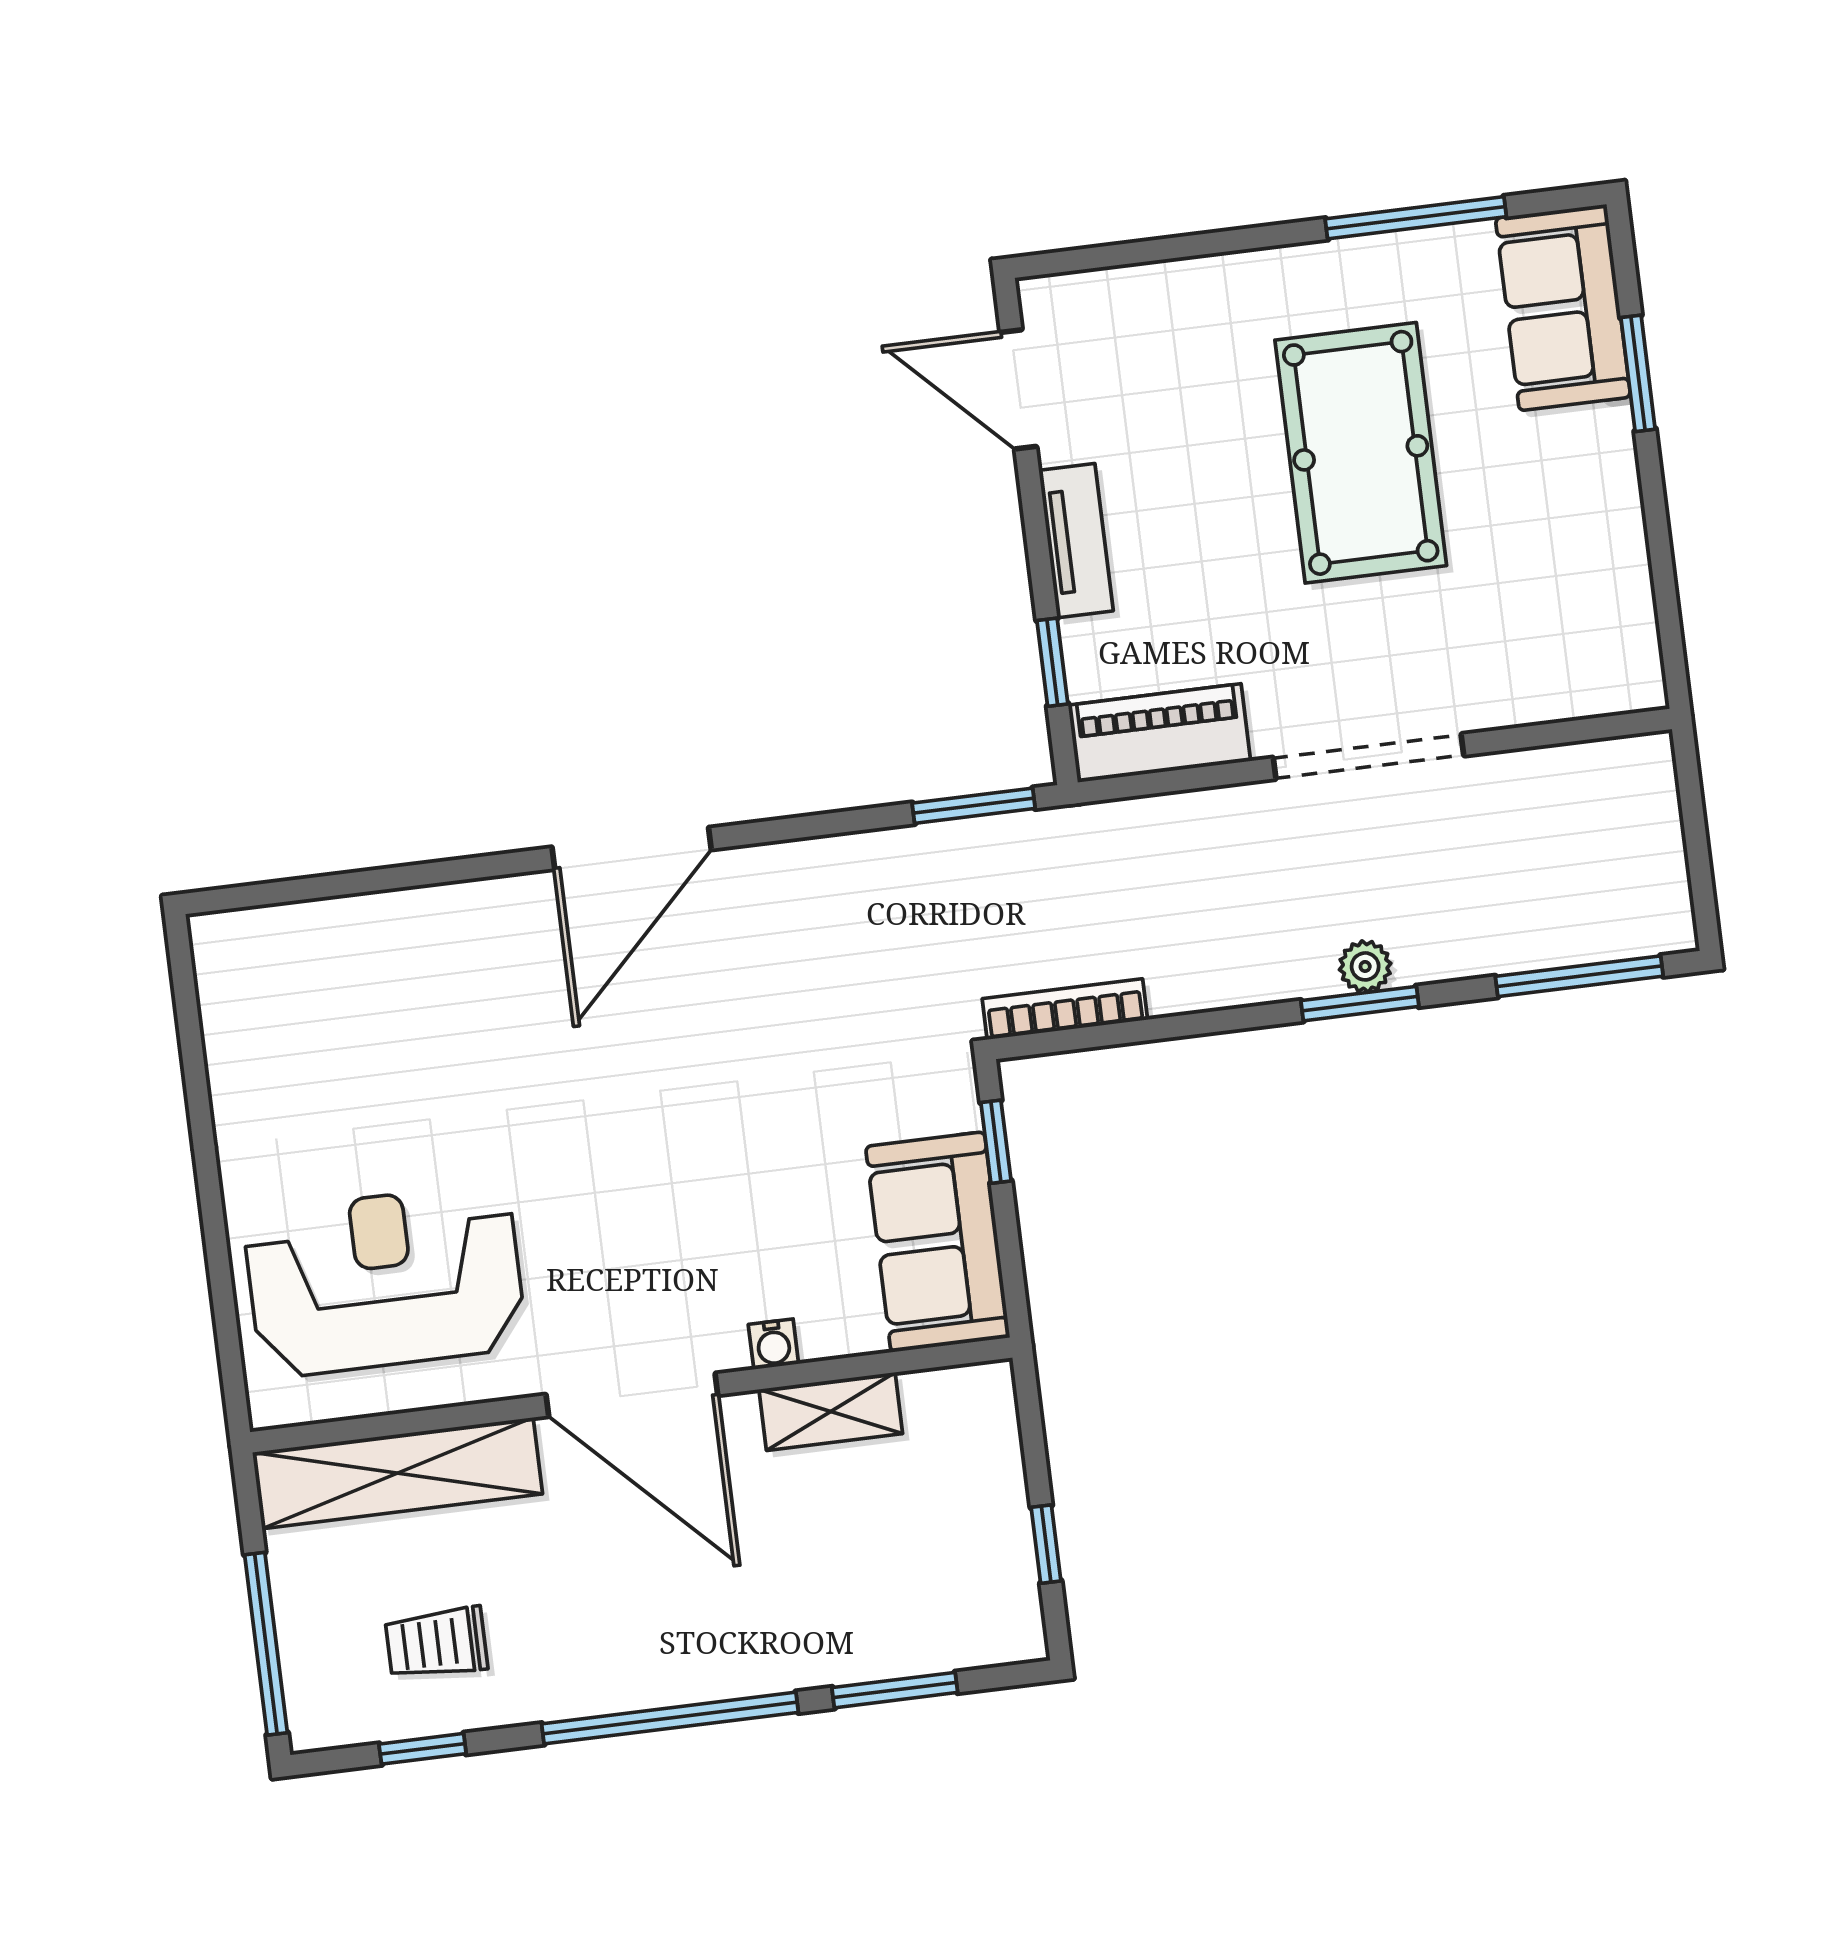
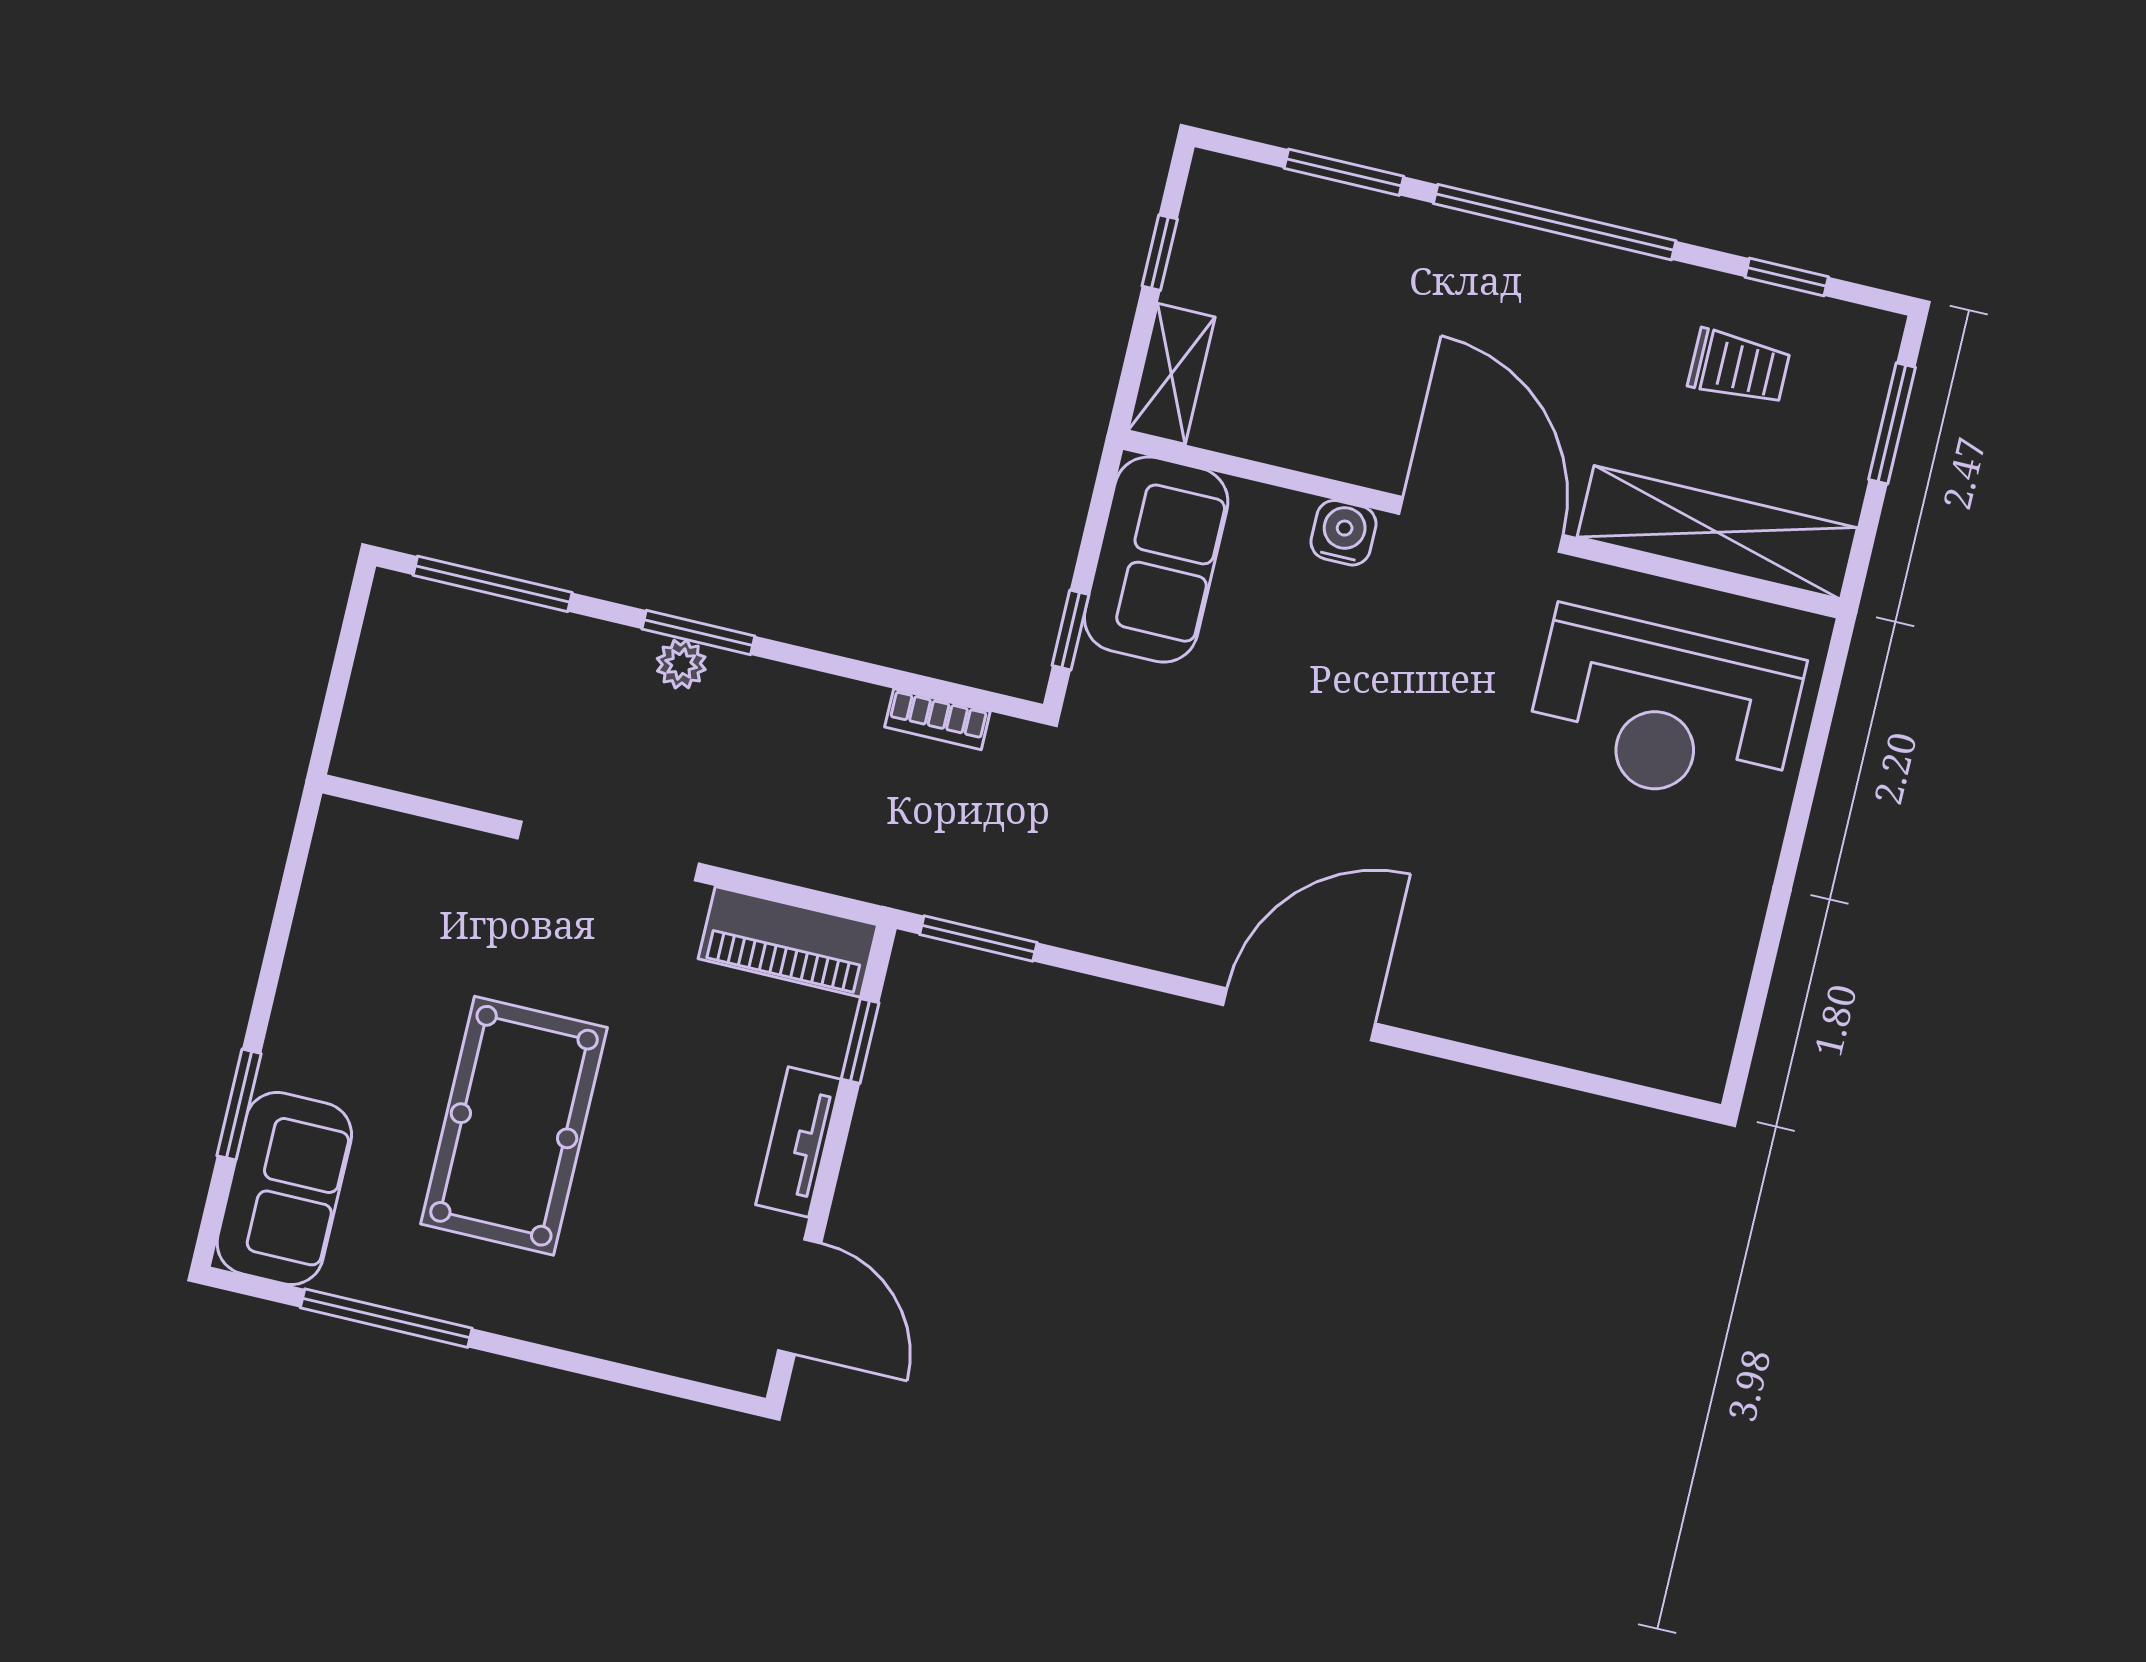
bookcase: (1065, 1009) -> (937, 719), width x0.64
water cooler: (773, 1344) -> (1343, 533), width x1.38, depth x1.38
shelving: (831, 1411) -> (1171, 374), moved, turned 90
window: (266, 1644) -> (1892, 423), width x0.69

